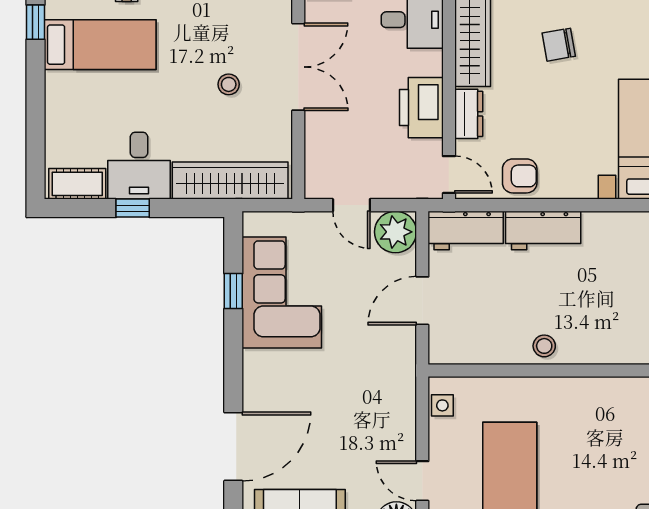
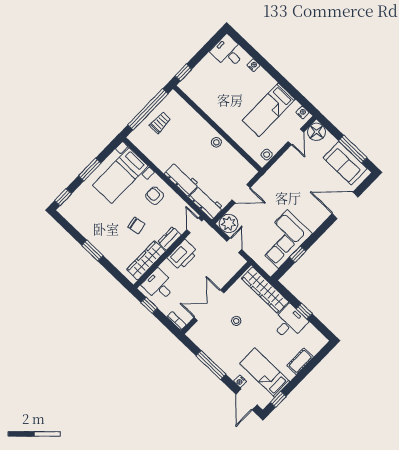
chair: (559, 45) -> (137, 226), moved
armchair: (520, 176) -> (155, 196), moved
cot: (77, 184) -> (300, 361), moved, turned 90

